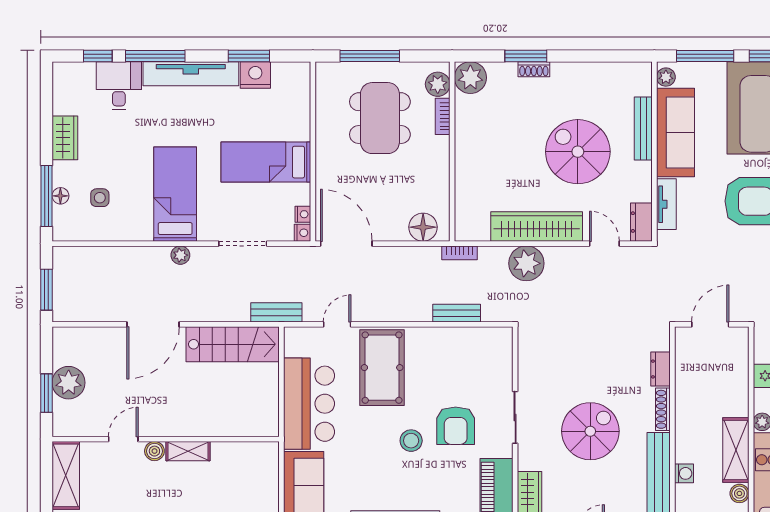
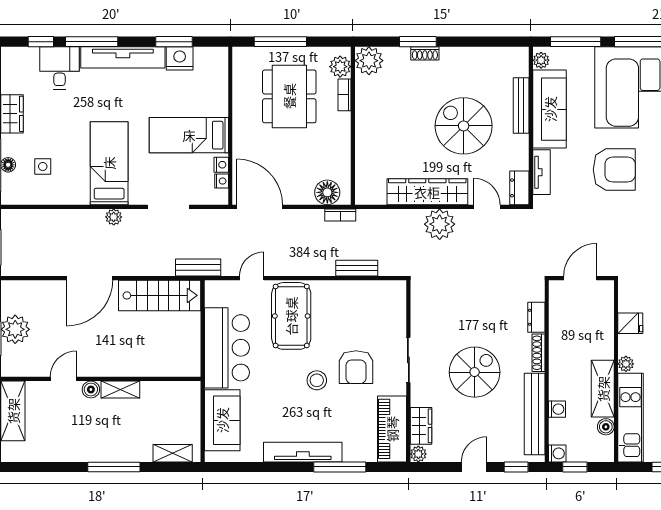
nightstand: (302, 233) -> (221, 165), moved
bookcase: (460, 253) -> (340, 215), moved
plant: (526, 263) -> (440, 224), moved

